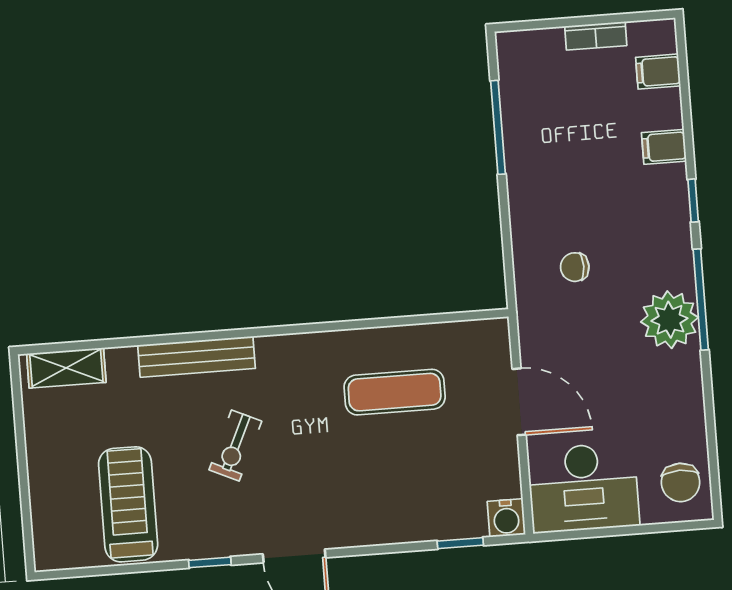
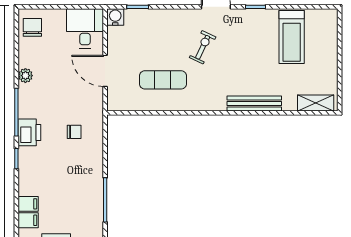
filing cabinet: (664, 147) -> (28, 204), moved
printer: (670, 259) -> (29, 132), added
plant: (669, 320) -> (25, 76), moved, width x0.53, depth x0.53
exercise bike: (235, 445) -> (203, 47), moved
desk: (583, 488) -> (85, 28), width x0.73

